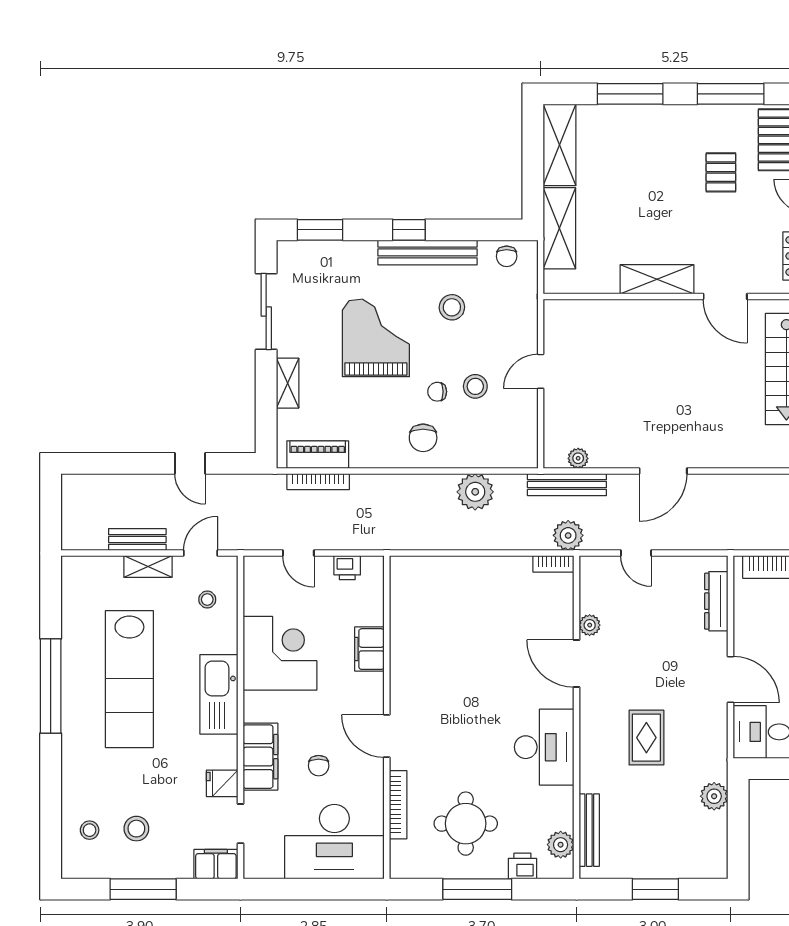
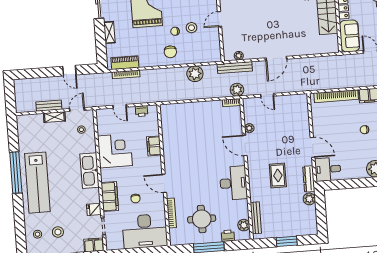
dresser: (716, 601) -> (309, 179), moved
lab bench: (129, 679) -> (37, 183), moved

